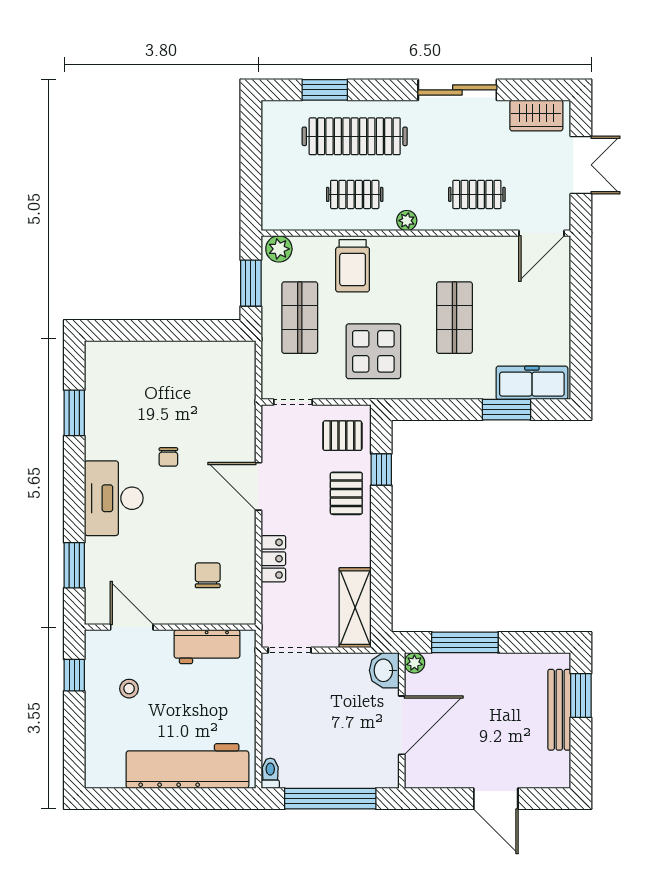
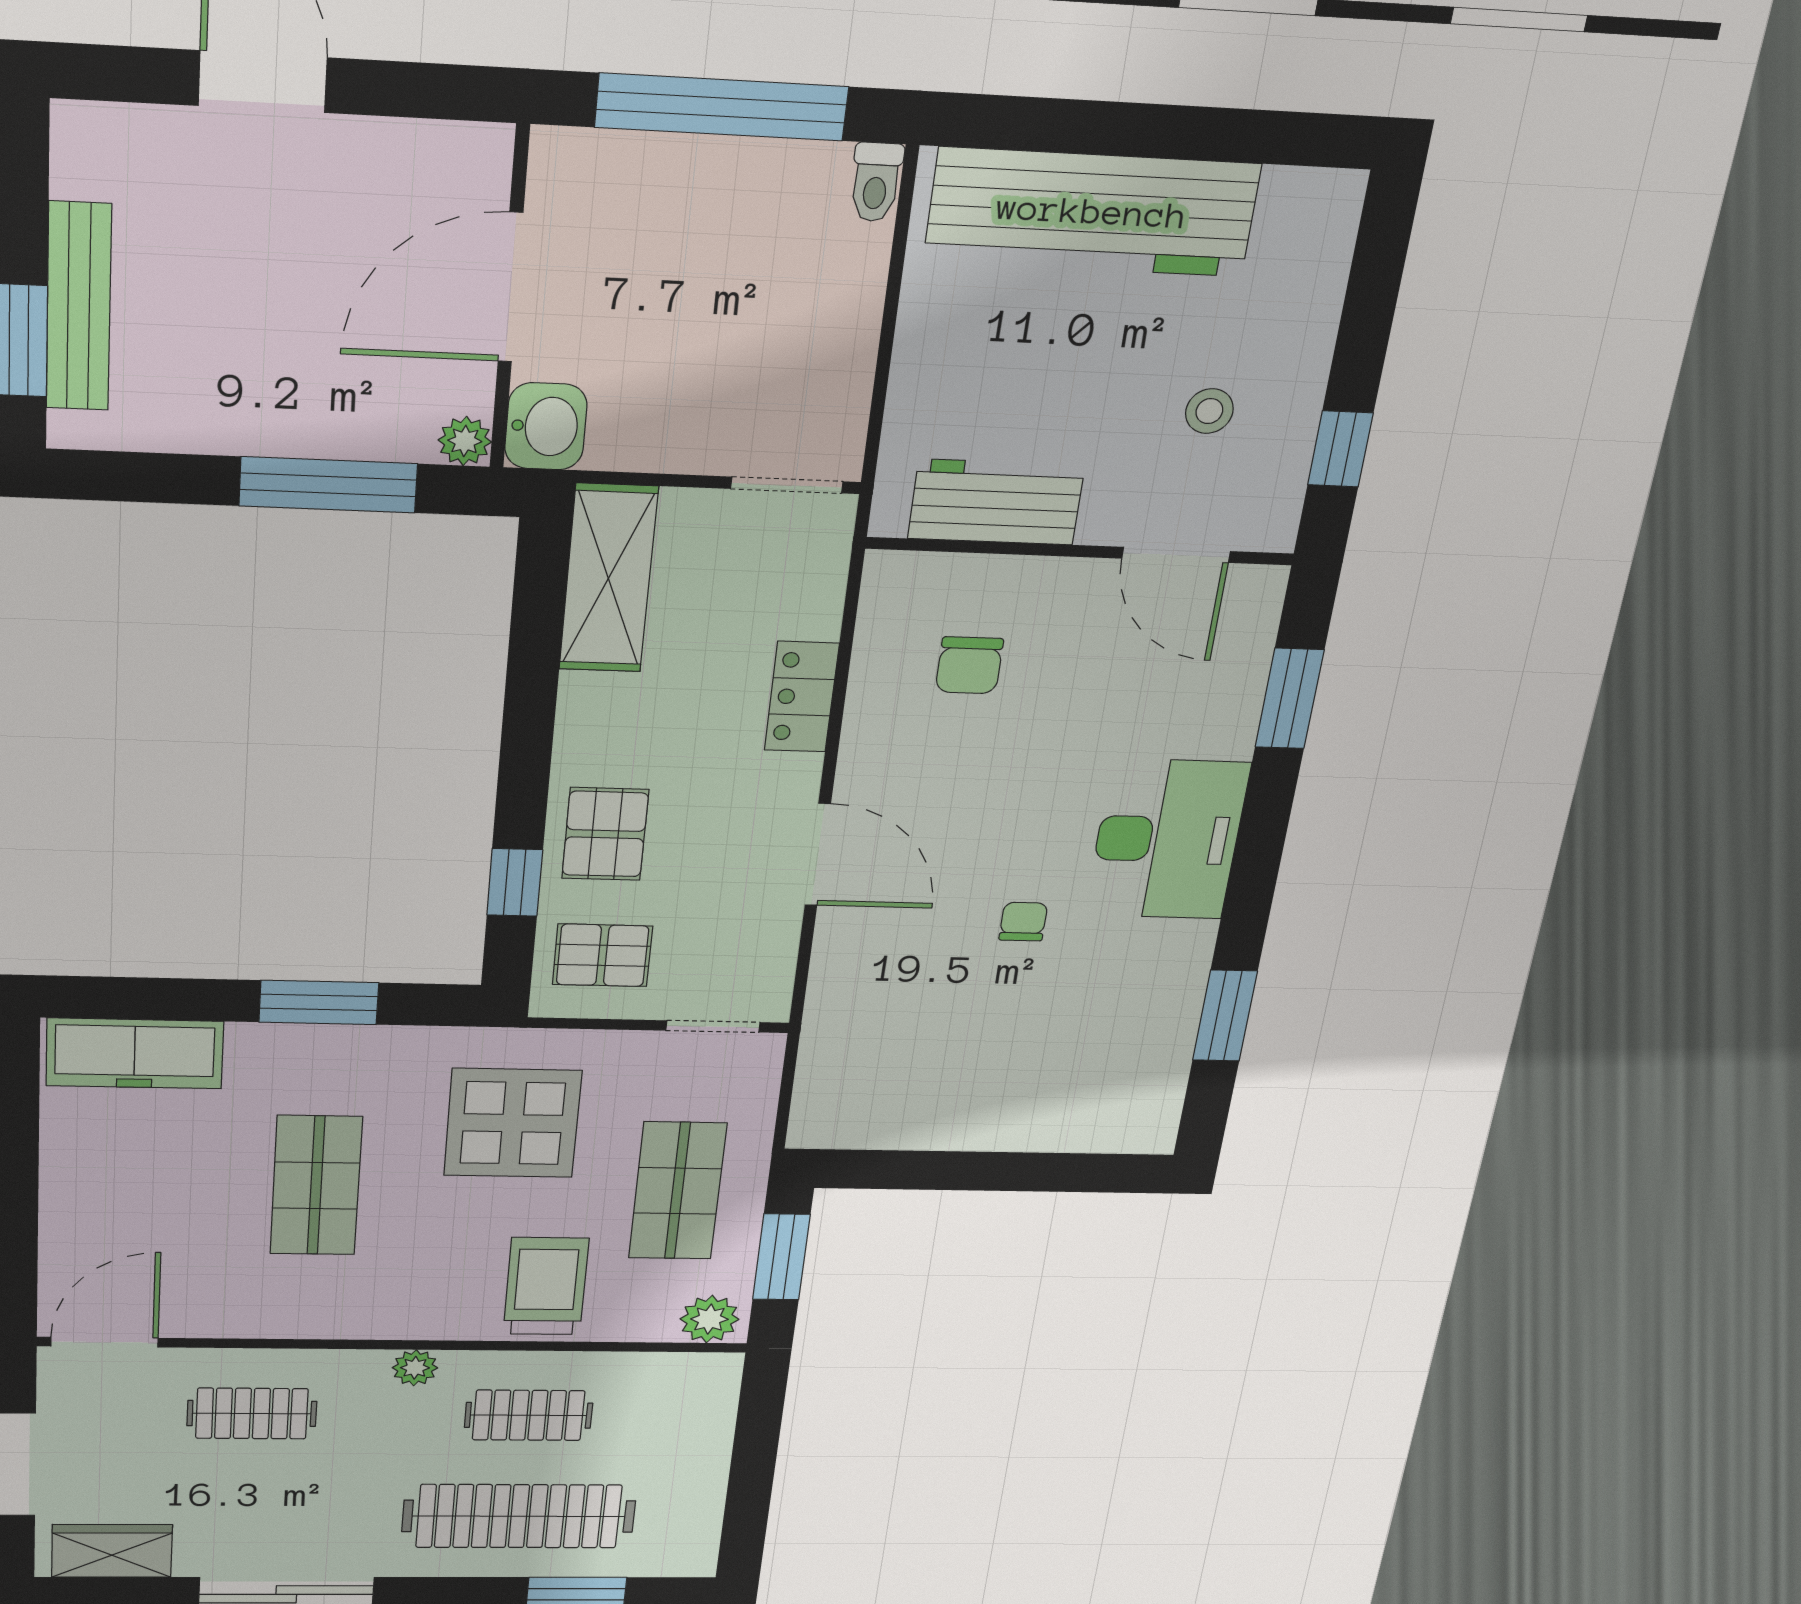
window: (506, 410) -> (319, 1002), moved

